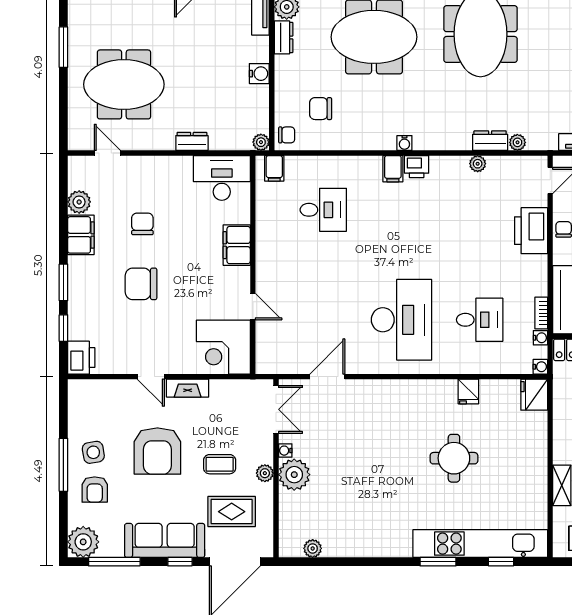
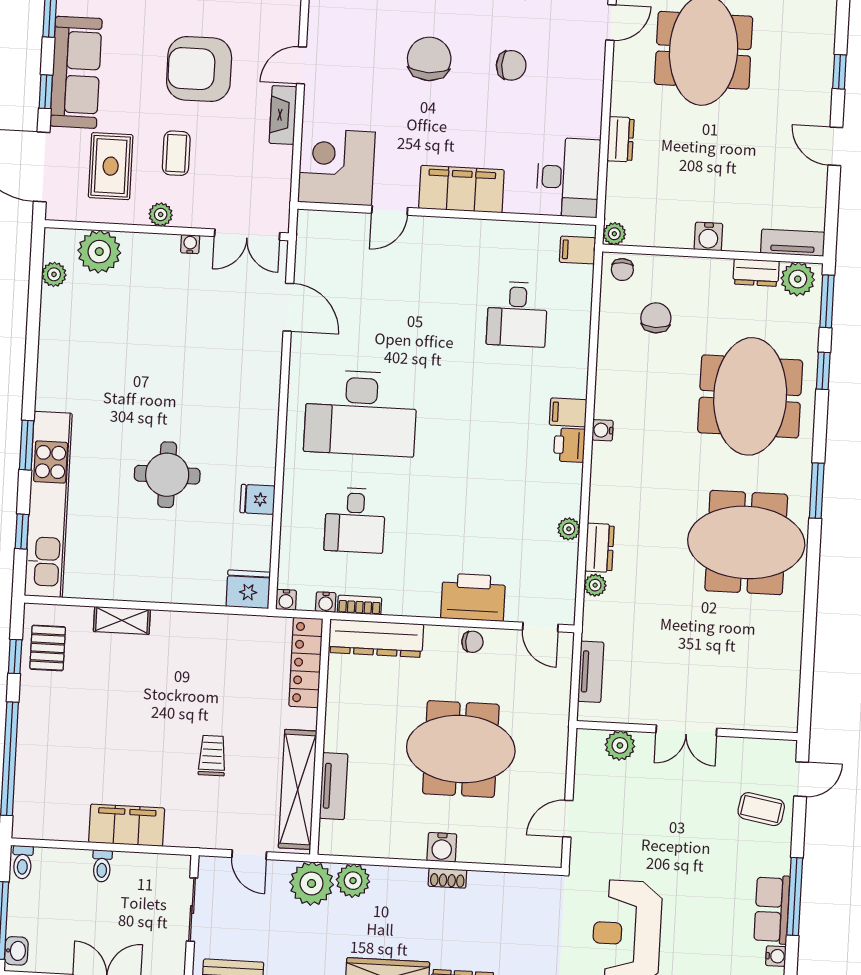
filing cabinet: (237, 245) -> (461, 189), width x1.50, depth x1.17
plant: (294, 475) -> (99, 252), moved

